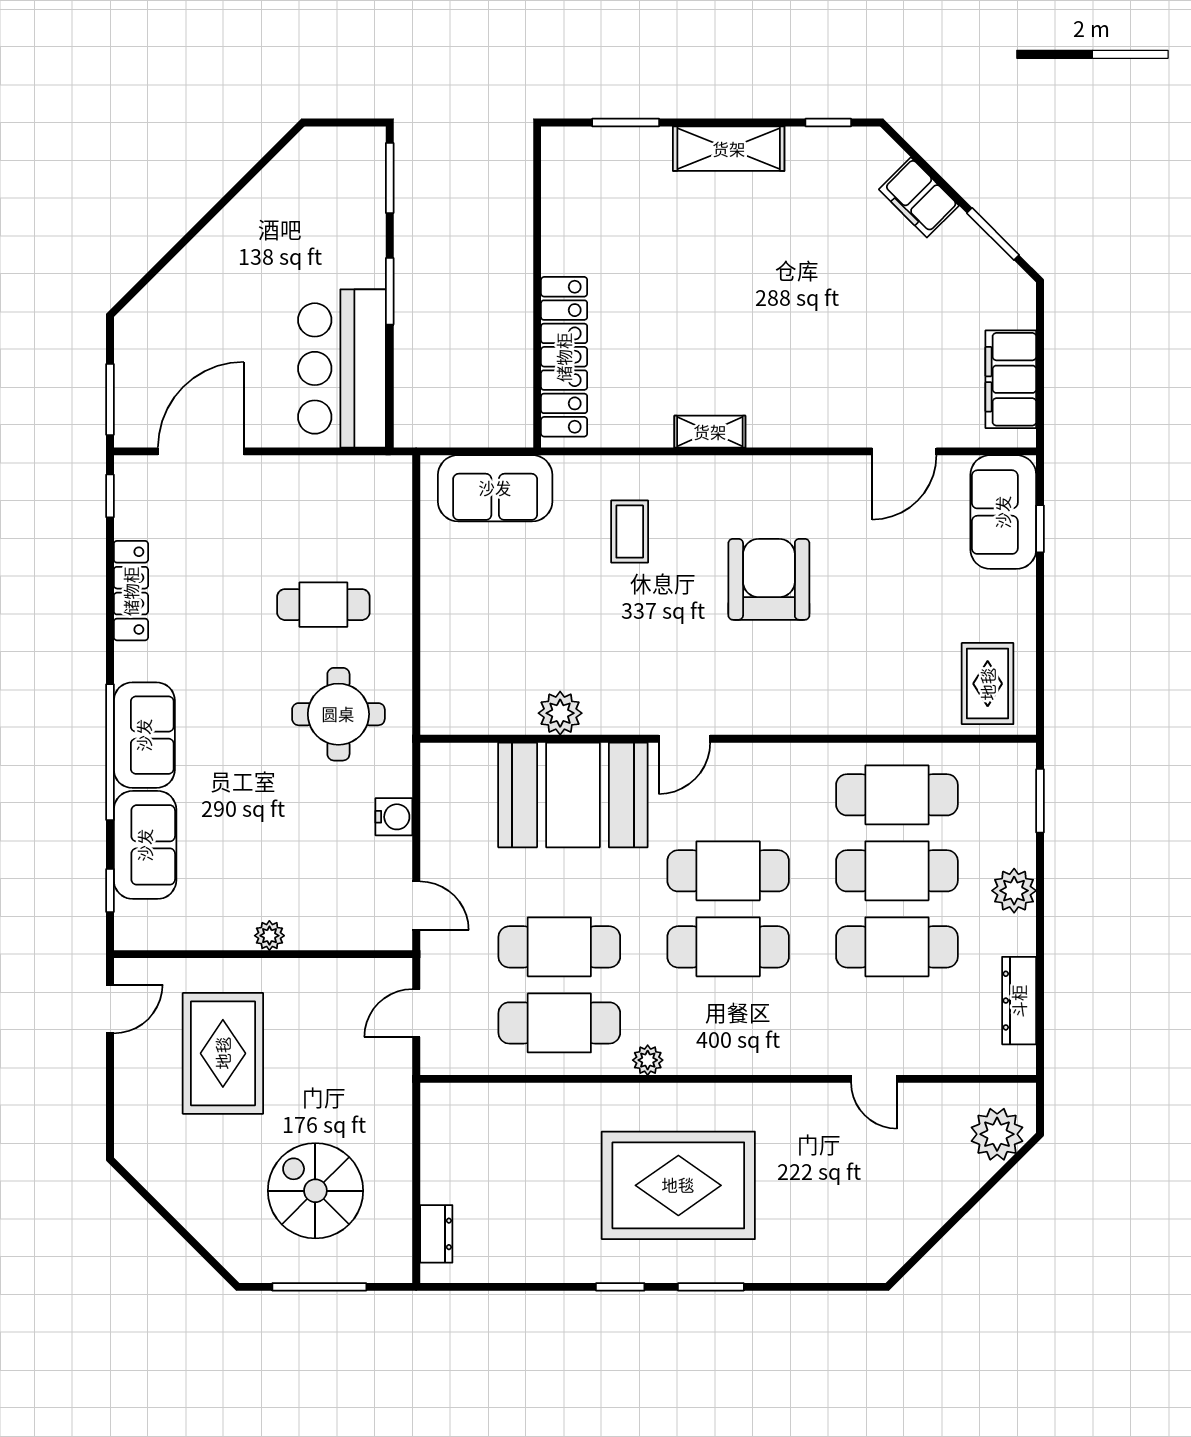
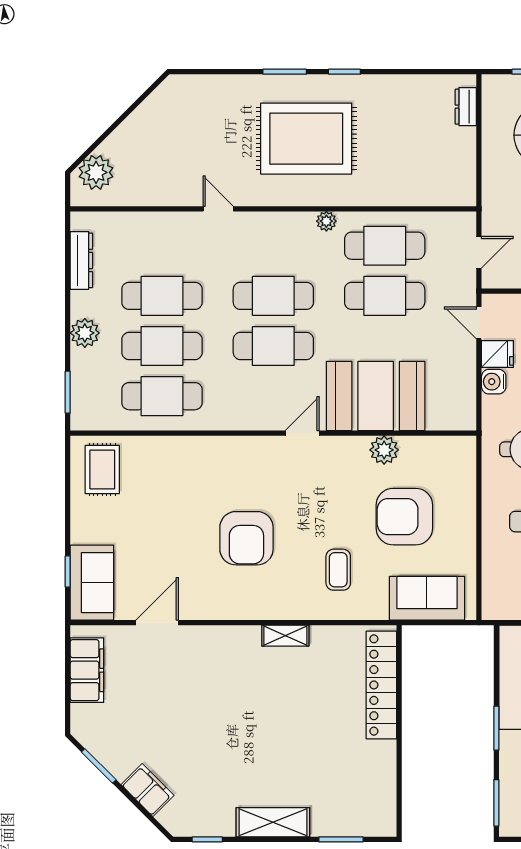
armchair: (529, 612) -> (404, 517), added
fridge: (388, 859) -> (497, 354), added
door: (874, 1079) -> (218, 209), moved

